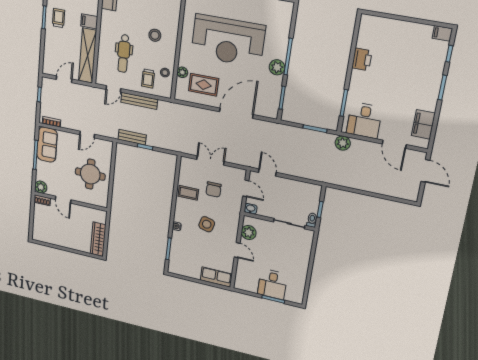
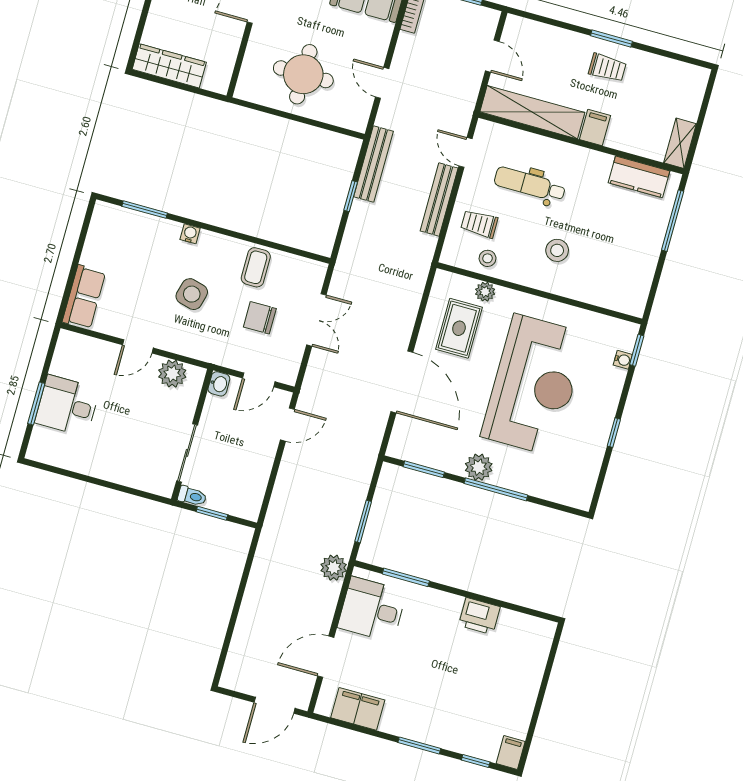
reception desk: (228, 41) -> (534, 385), turned 180
bench: (132, 137) -> (373, 164), width x1.36

